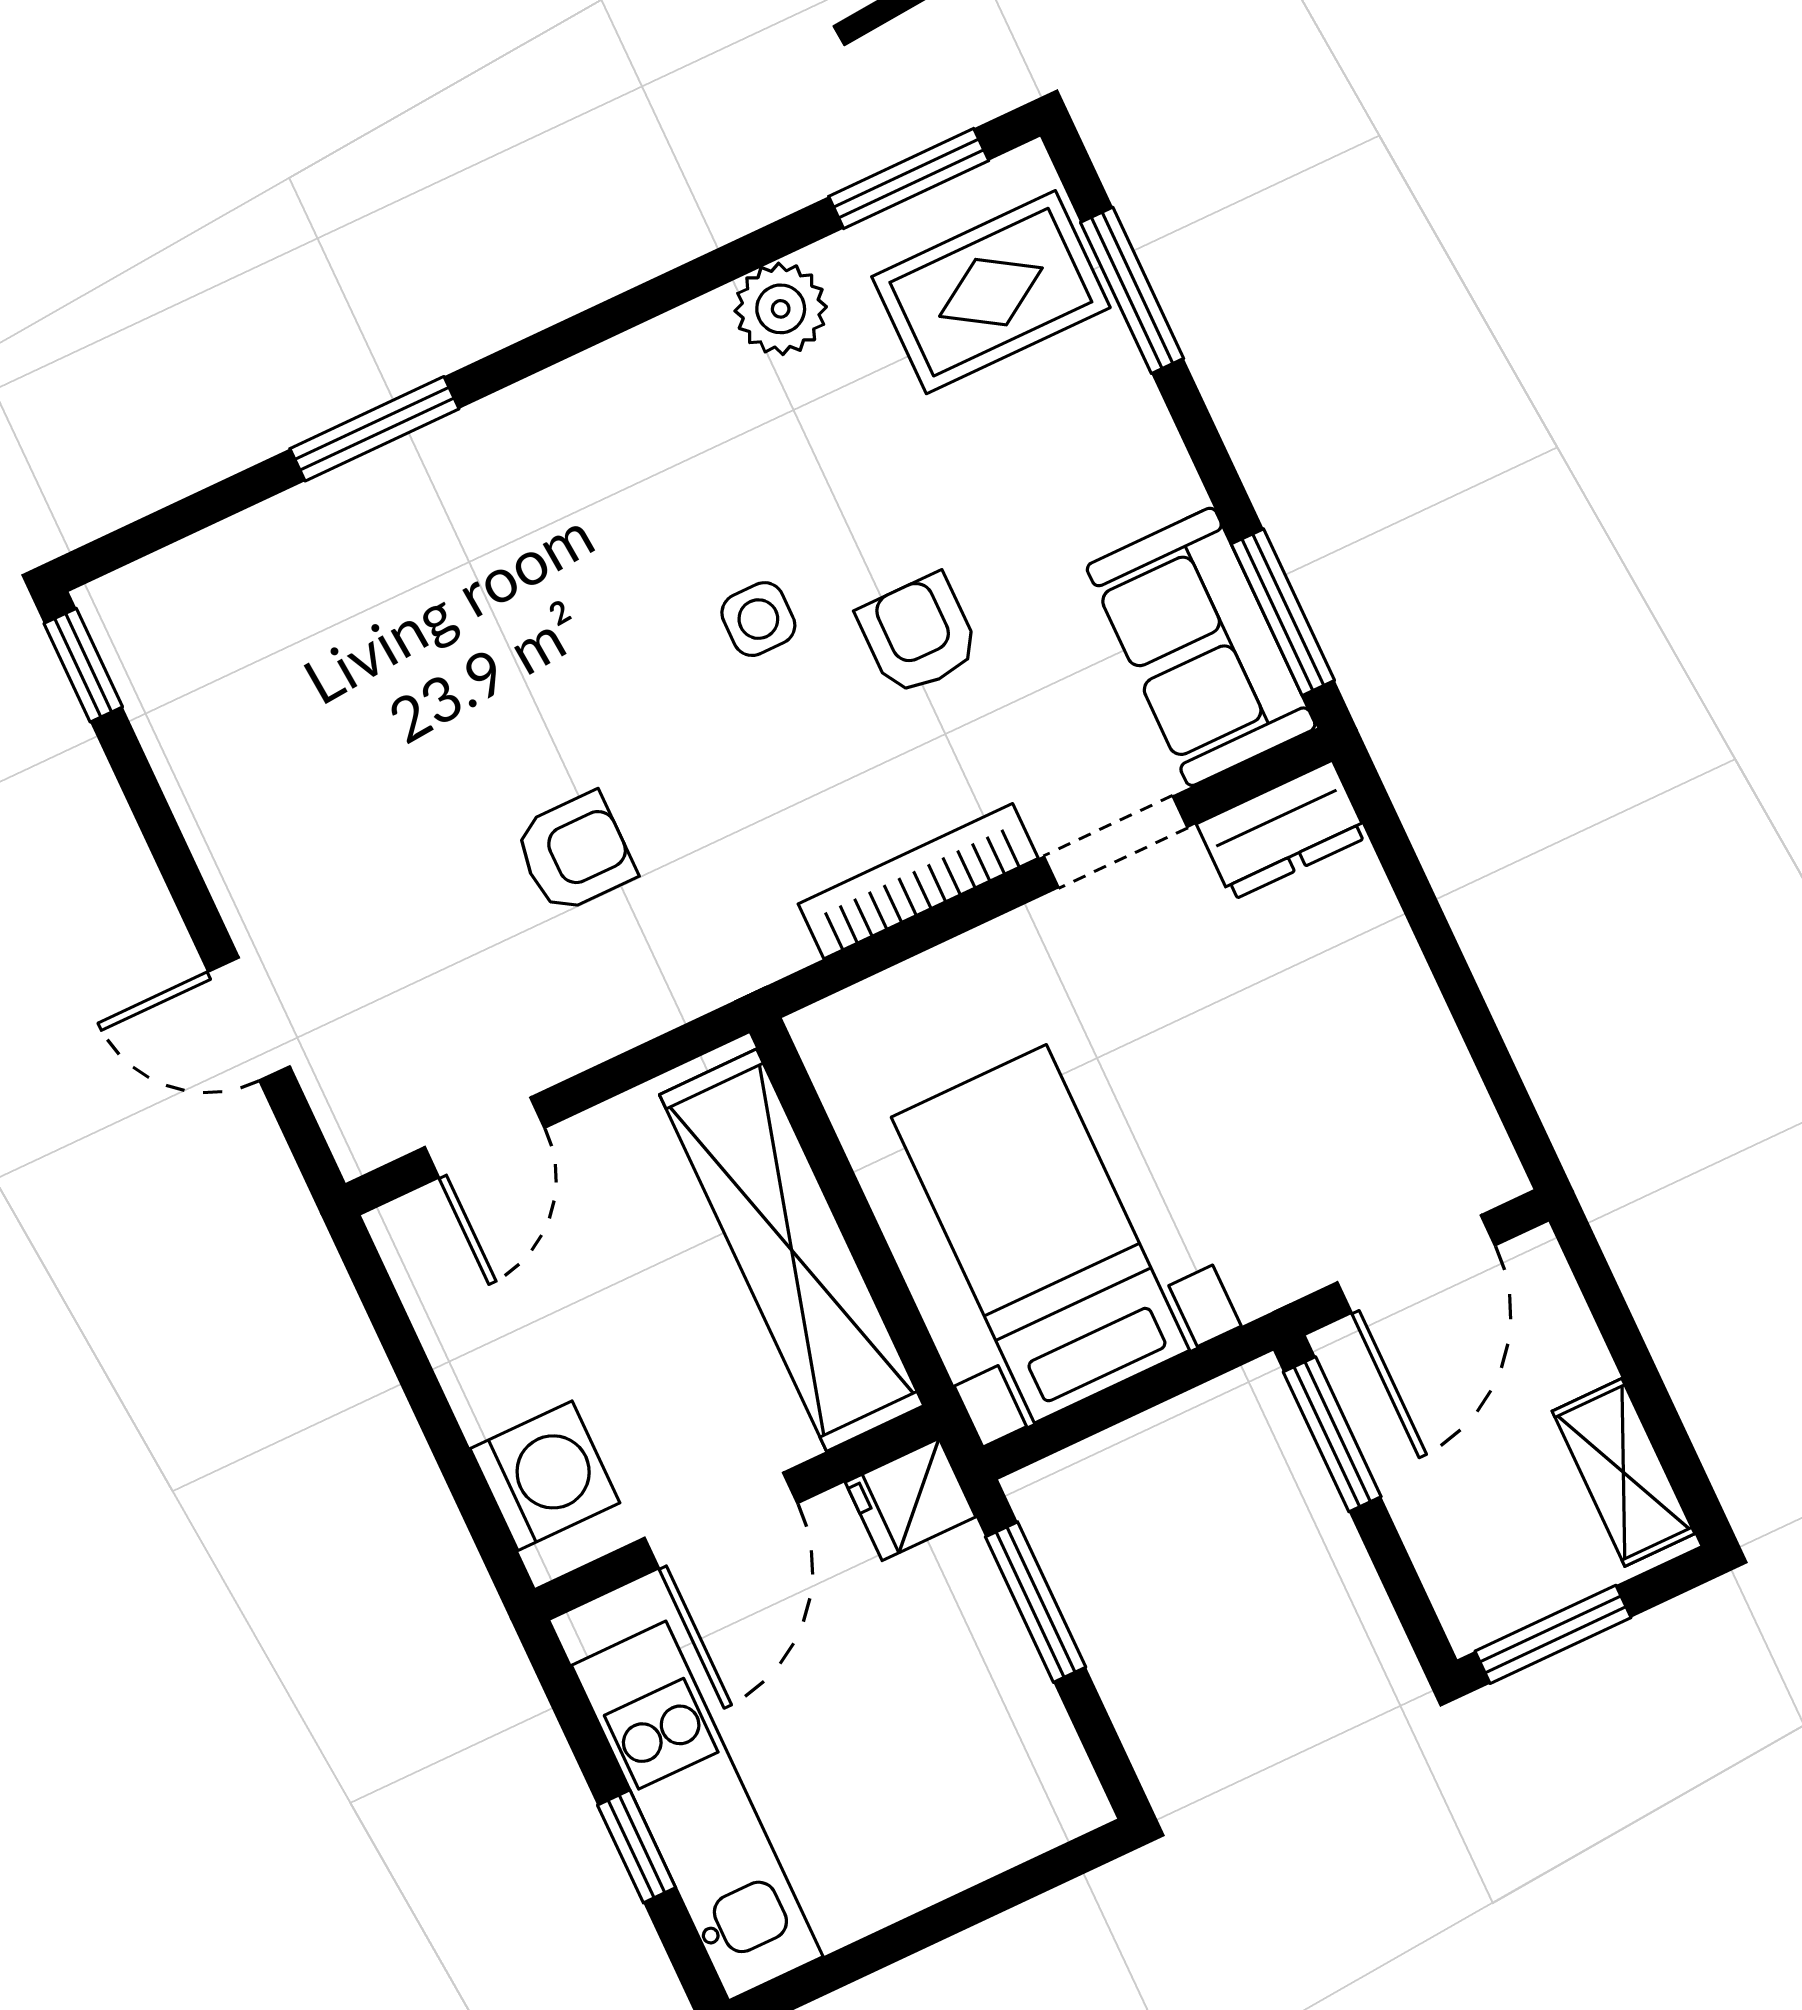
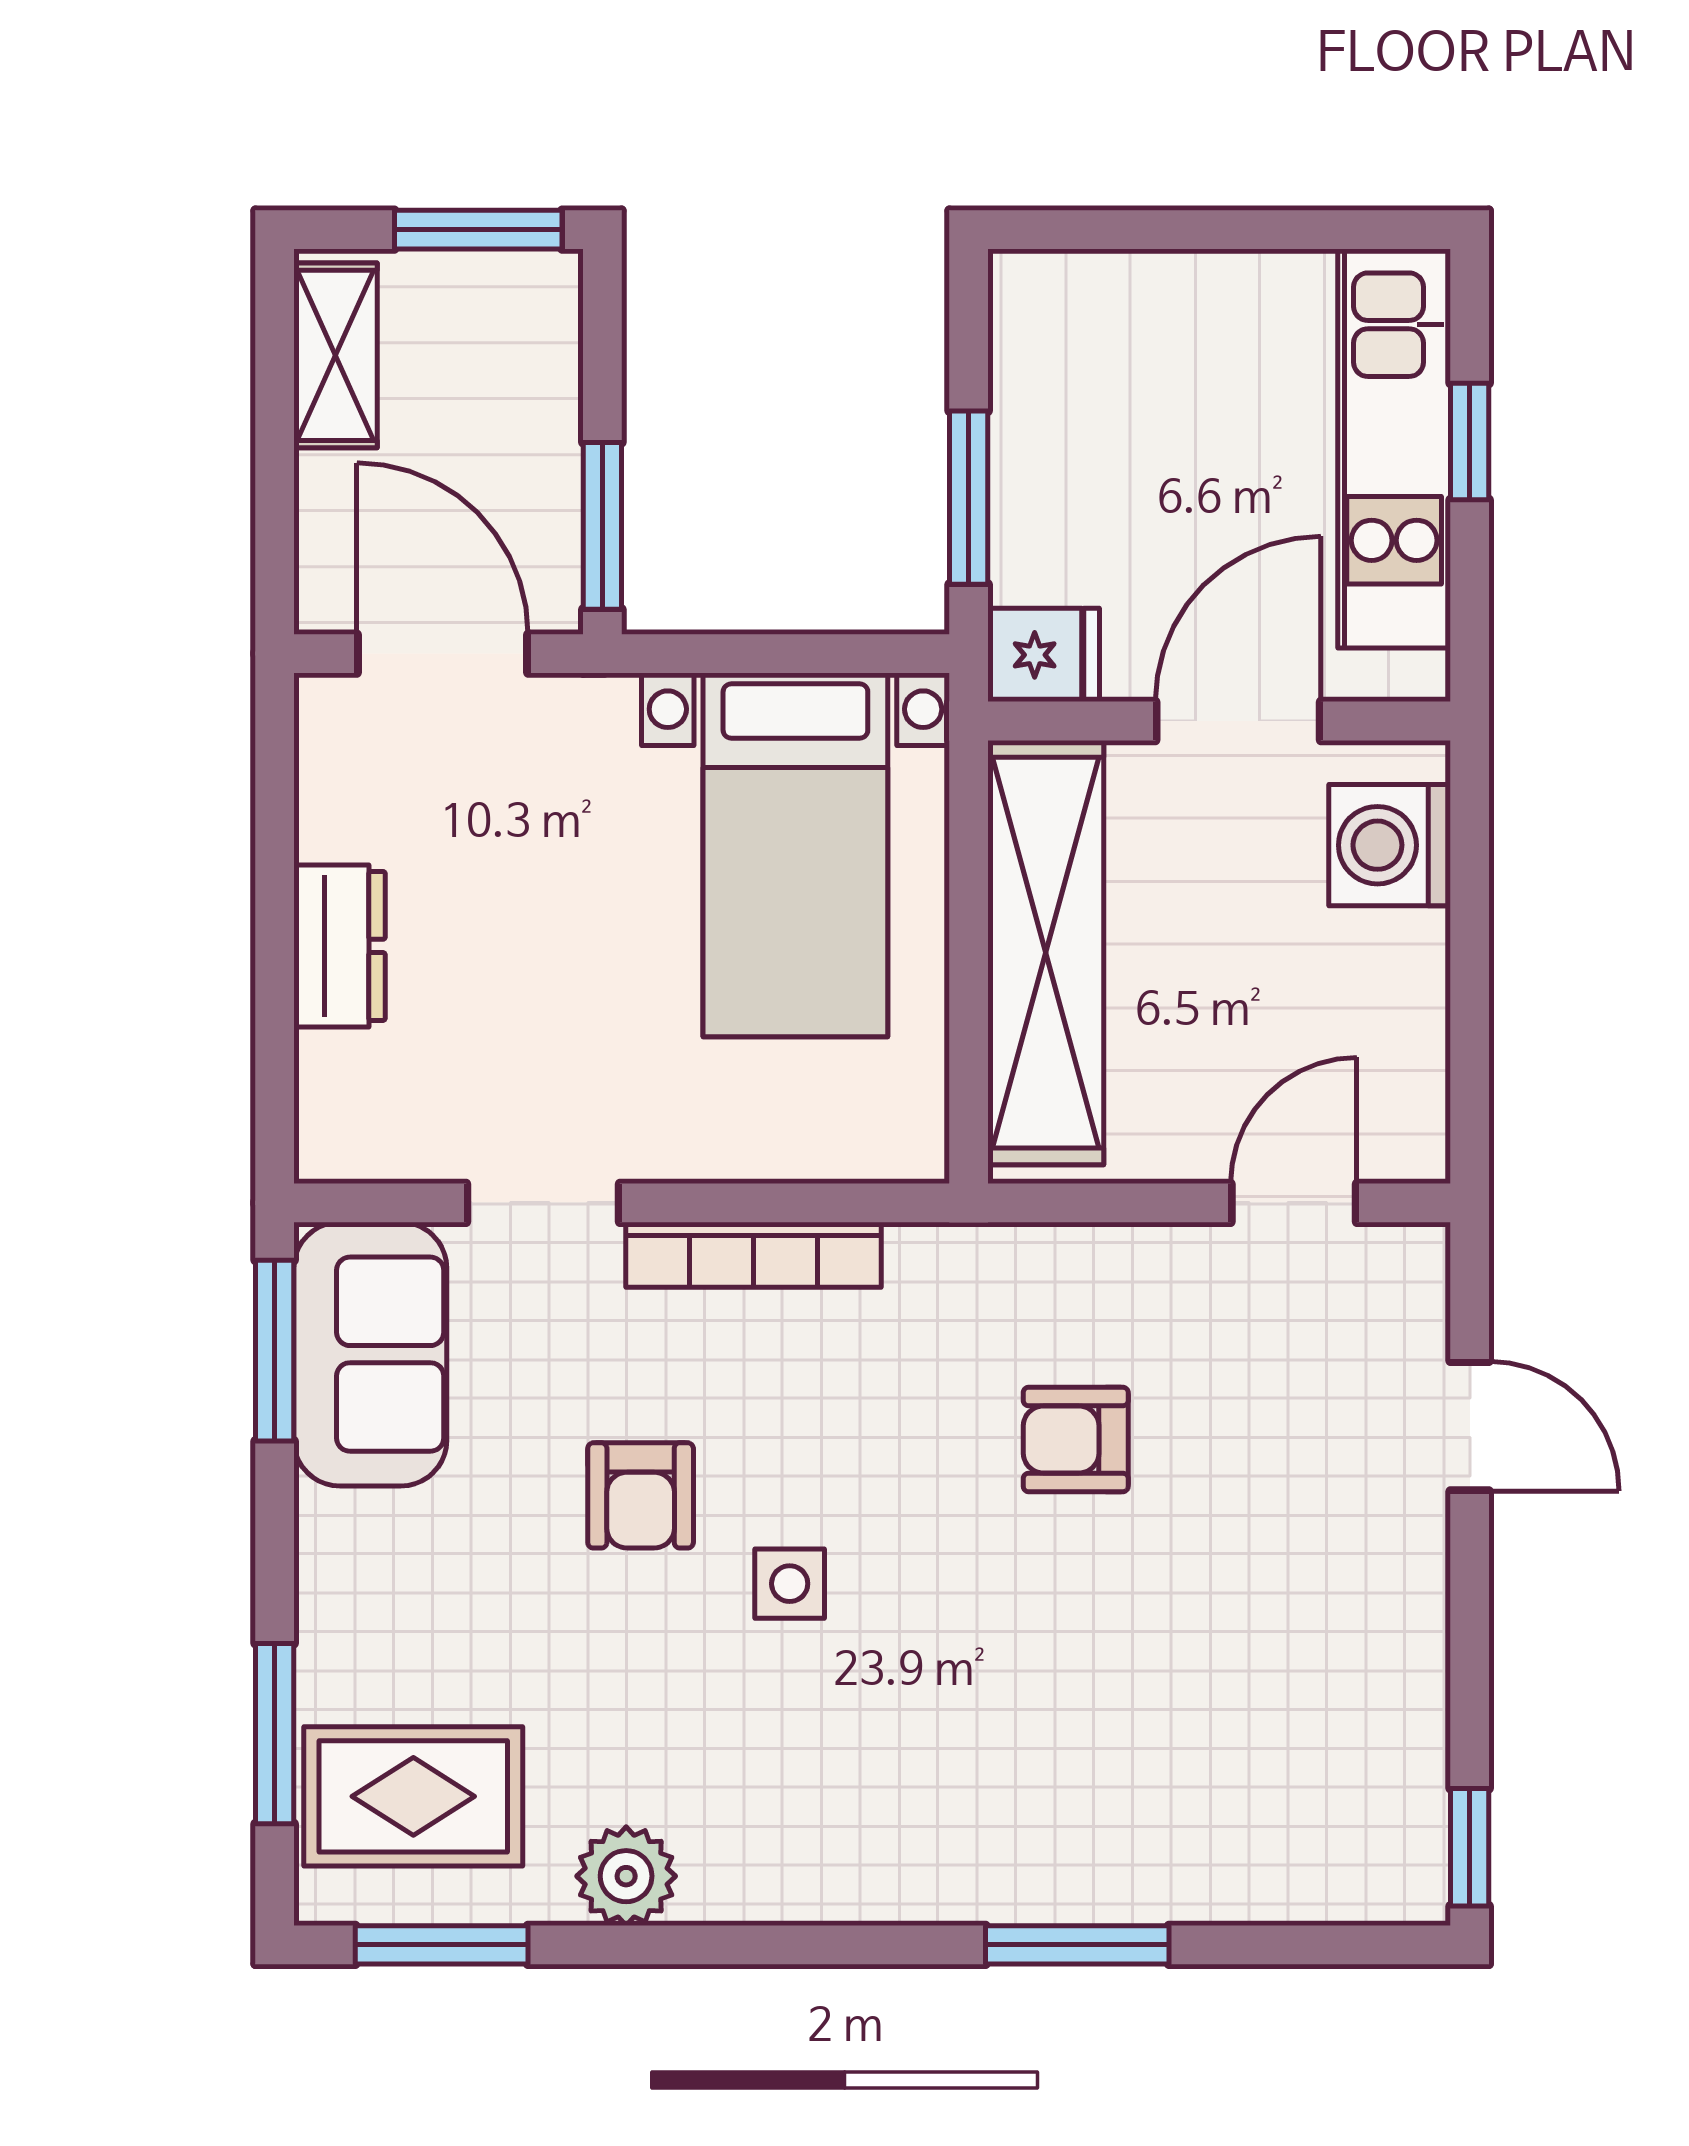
dresser: (1282, 830) -> (340, 946), moved, turned 90
door: (1416, 1264) -> (443, 654), hinge flipped

